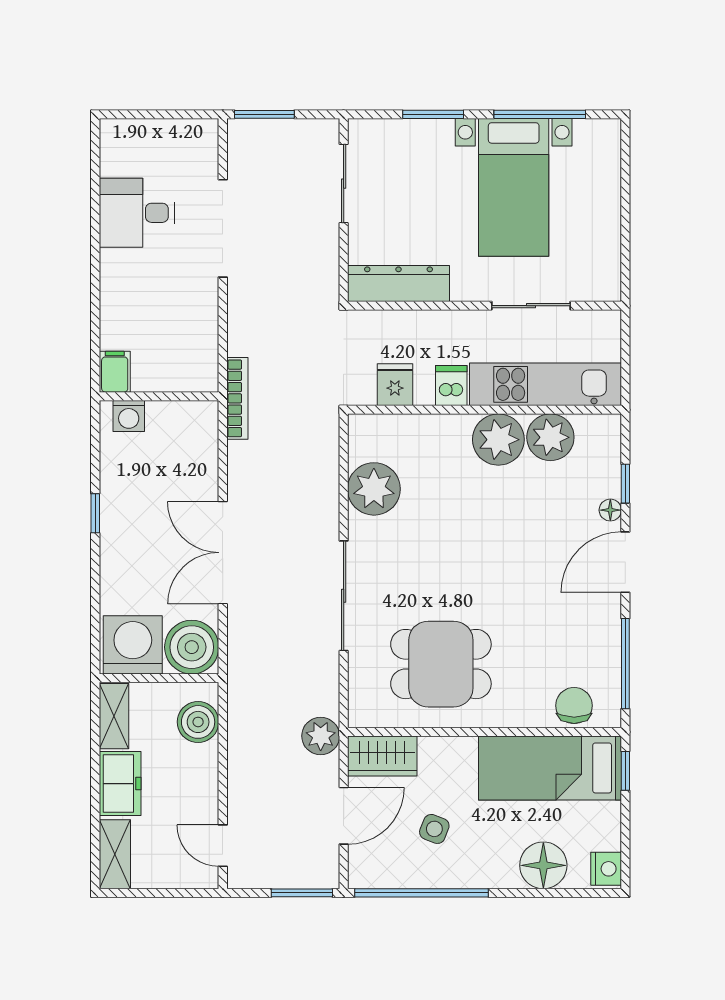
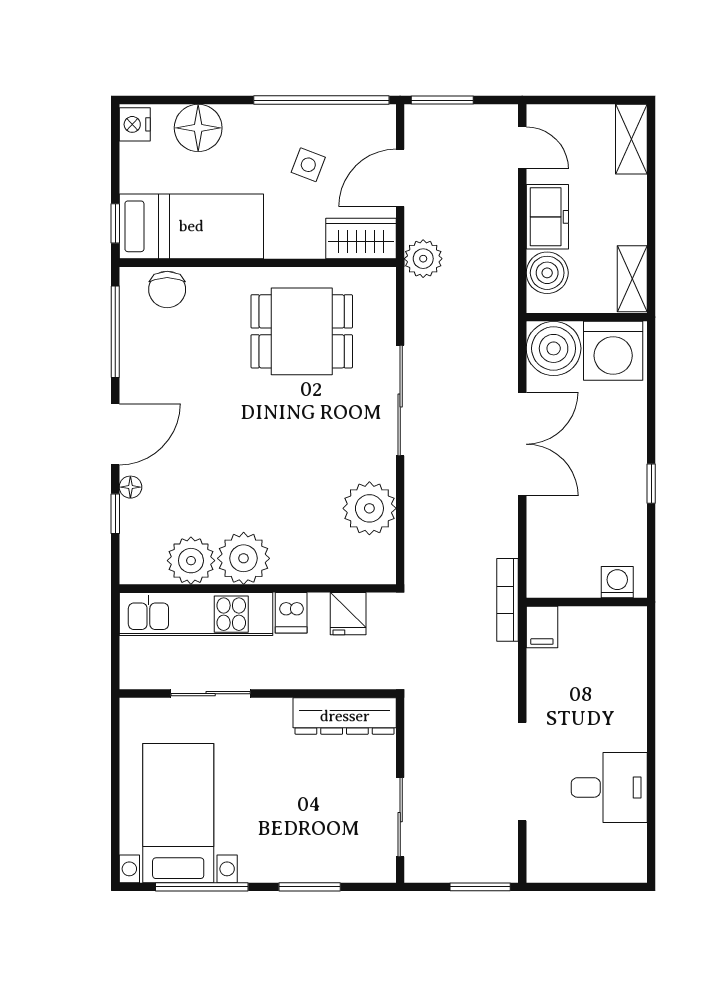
bed with nightstands: (514, 187) -> (178, 813), moved
filing cabinet: (115, 372) -> (542, 627), moved
freezer: (120, 784) -> (547, 217), moved, turned 180

